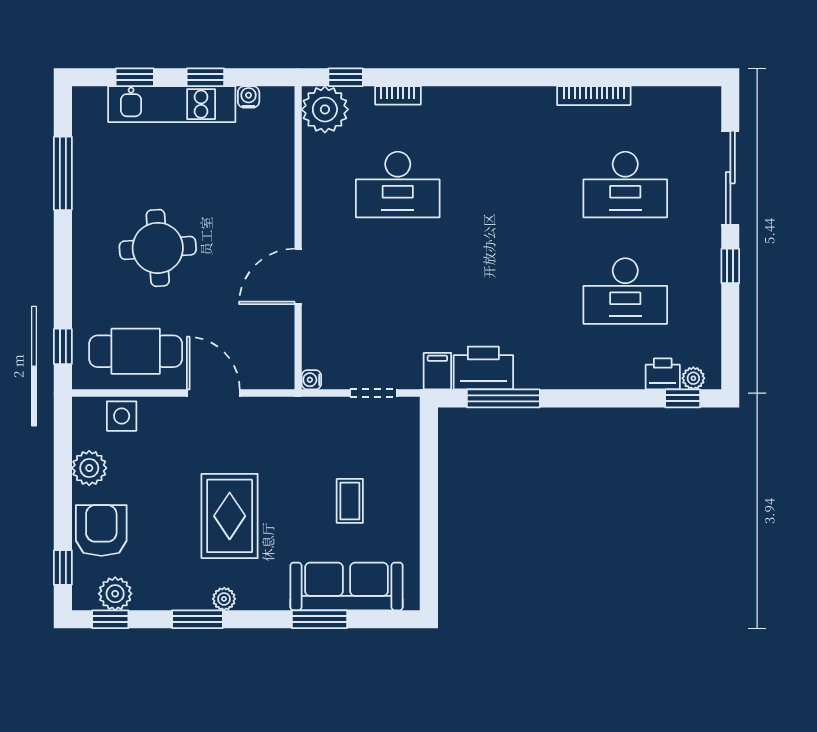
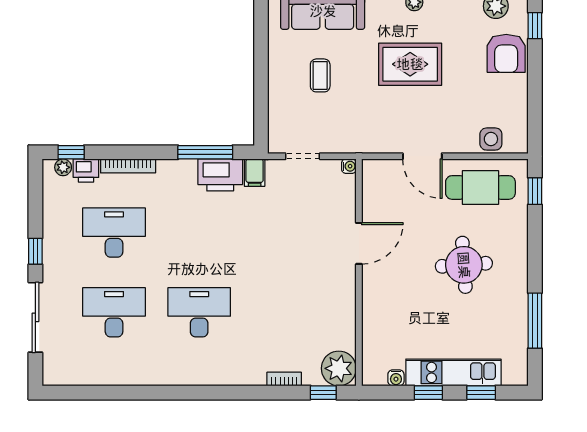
bookcase: (594, 96) -> (128, 166), moved, turned 180
desk: (398, 185) -> (199, 312), moved
plant: (89, 468) -> (515, 100), removed
rug: (230, 516) -> (410, 64), turned 90

